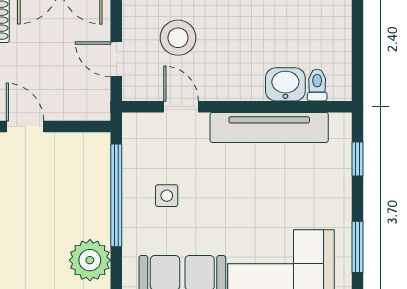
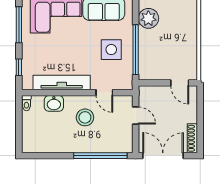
stool: (178, 38) -> (85, 117), moved
toilet: (317, 85) -> (26, 103), moved
side table: (167, 196) -> (111, 50), width x1.87, depth x1.87
window: (358, 247) -> (19, 25), width x1.44

